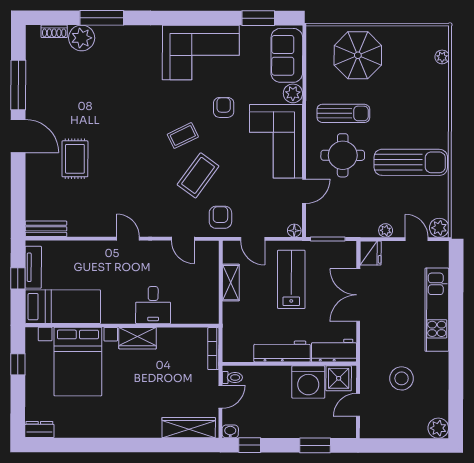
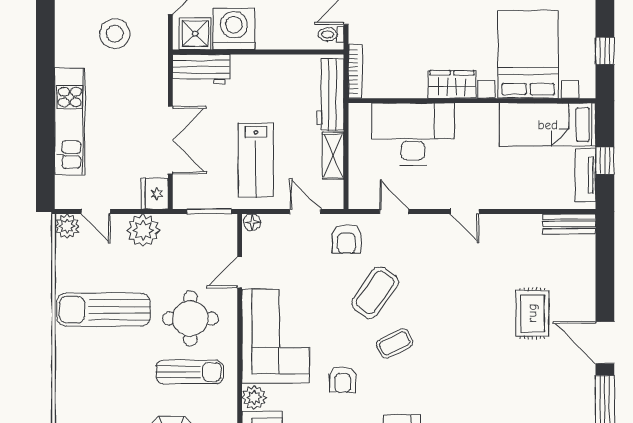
sun lounger: (343, 113) -> (190, 372), turned 180
plant: (386, 230) -> (143, 230), width x1.87, depth x1.87
desk: (153, 305) -> (413, 134), width x1.87, depth x1.30
workbench: (282, 351) -> (330, 94), moved, turned 90

